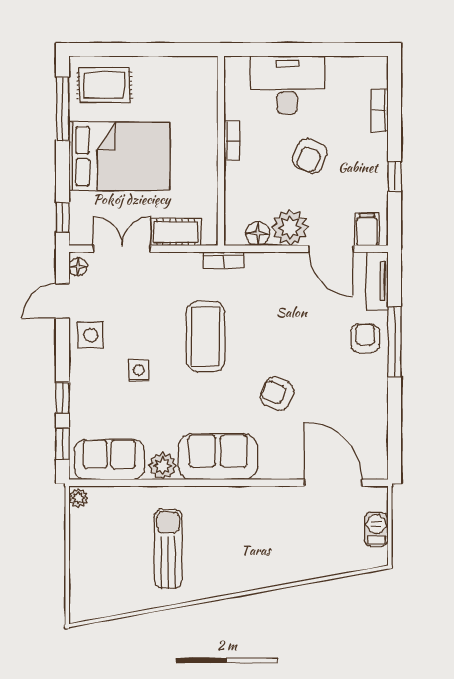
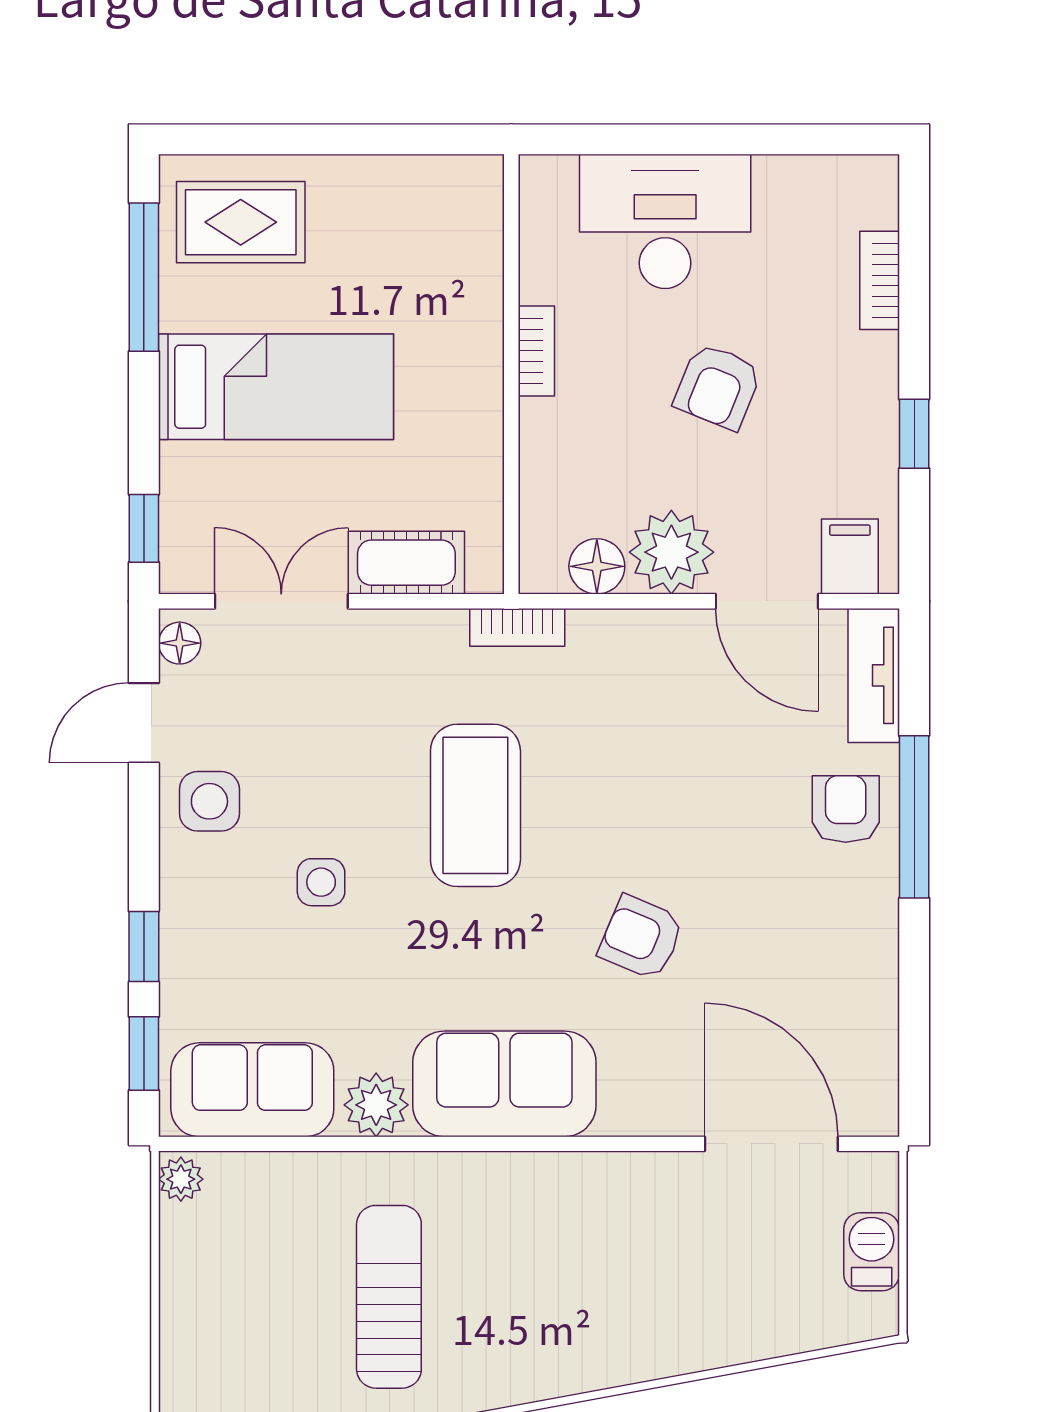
bed: (119, 156) -> (276, 387), width x0.67

